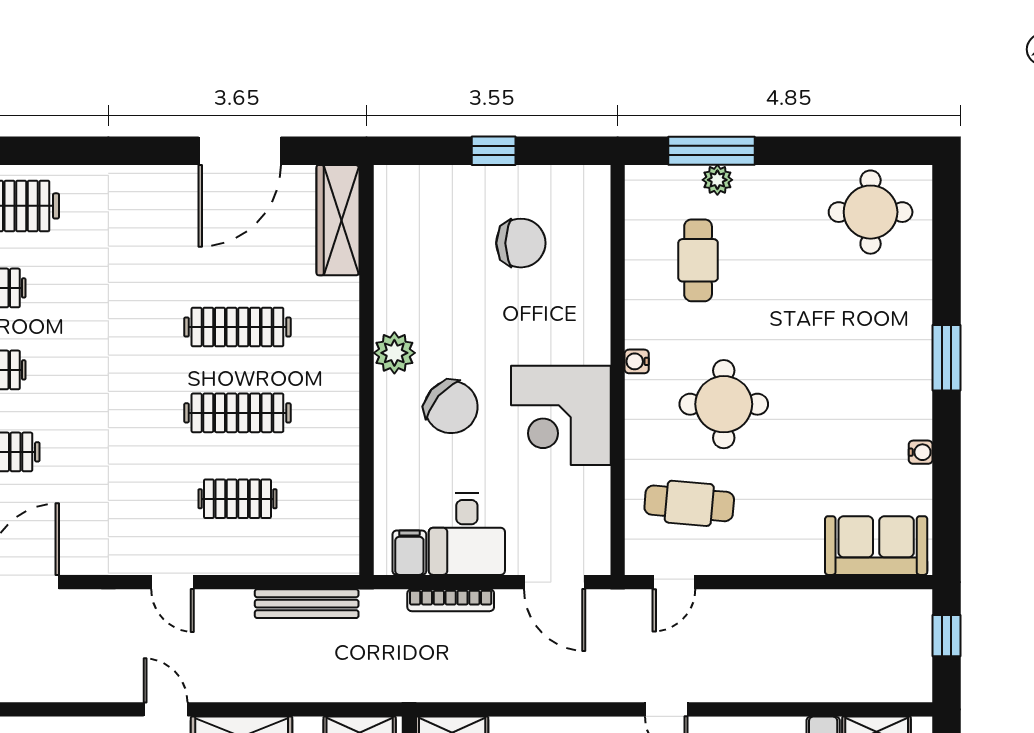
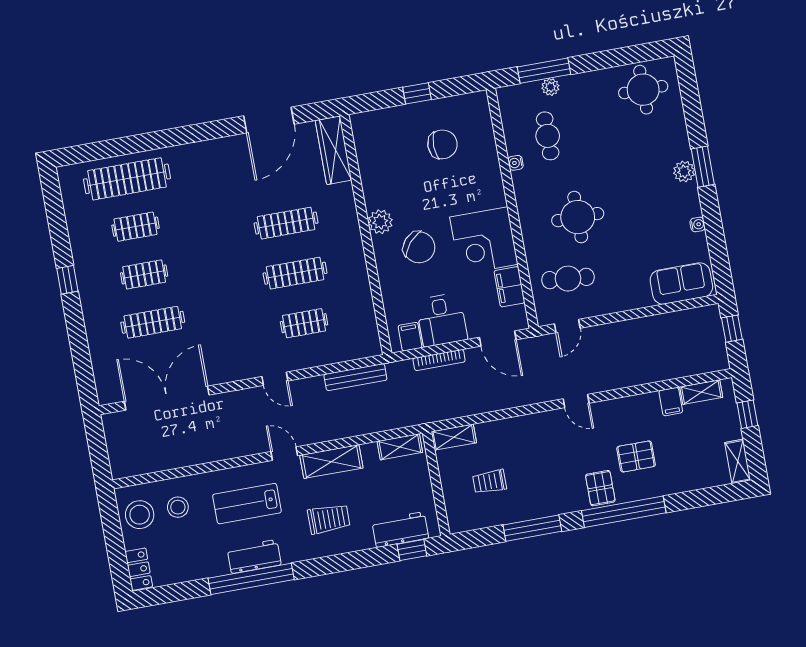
plant: (914, 360) -> (684, 172), added
water cooler: (637, 361) -> (516, 163), moved
filing cabinet: (590, 499) -> (509, 287), added

